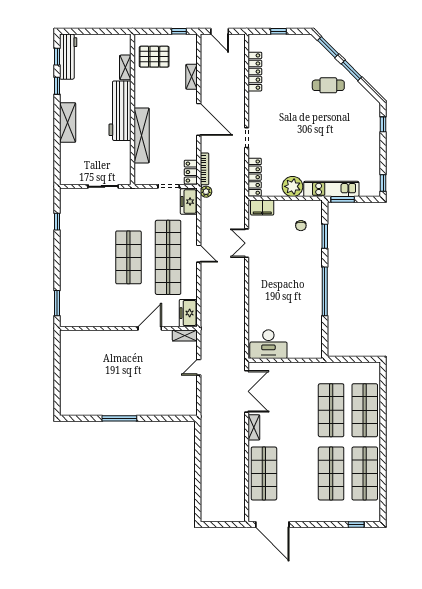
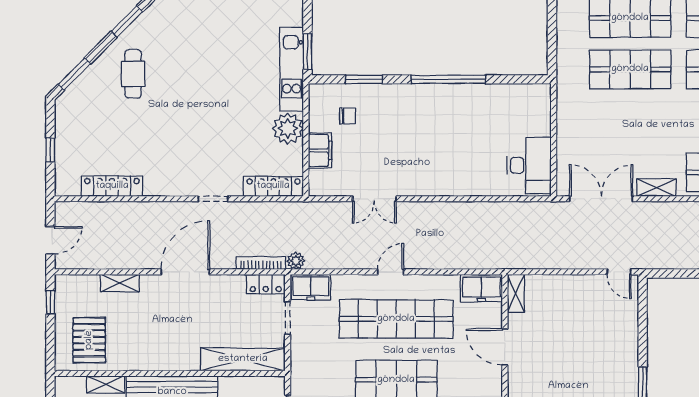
window: (351, 70) -> (127, 22), moved
shelving: (142, 135) -> (243, 359), moved
filing cabinet: (262, 208) -> (320, 150), moved
door: (199, 367) -> (619, 272), moved

